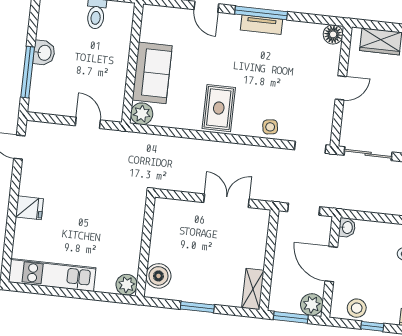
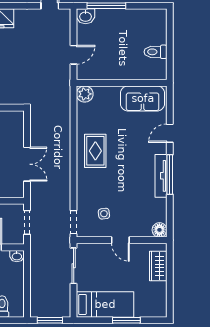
tv unit: (261, 25) -> (161, 176), width x1.41
washbasin: (44, 53) -> (86, 16), moved
sofa: (152, 73) -> (143, 98), moved
rug: (219, 108) -> (95, 151), turned 90
side table: (270, 127) -> (104, 214), moved

